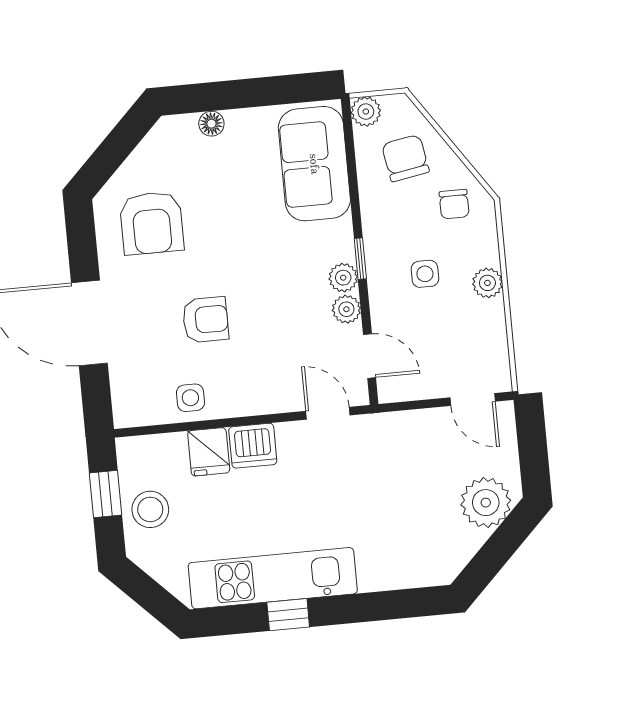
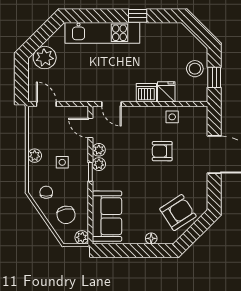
armchair: (152, 223) -> (178, 213), moved, turned 57
kitchen unit: (273, 578) -> (102, 33), moved

